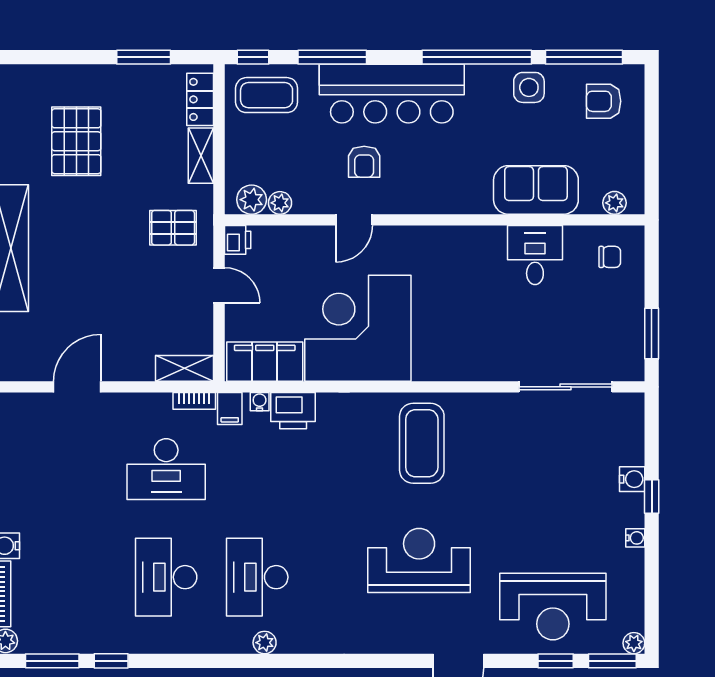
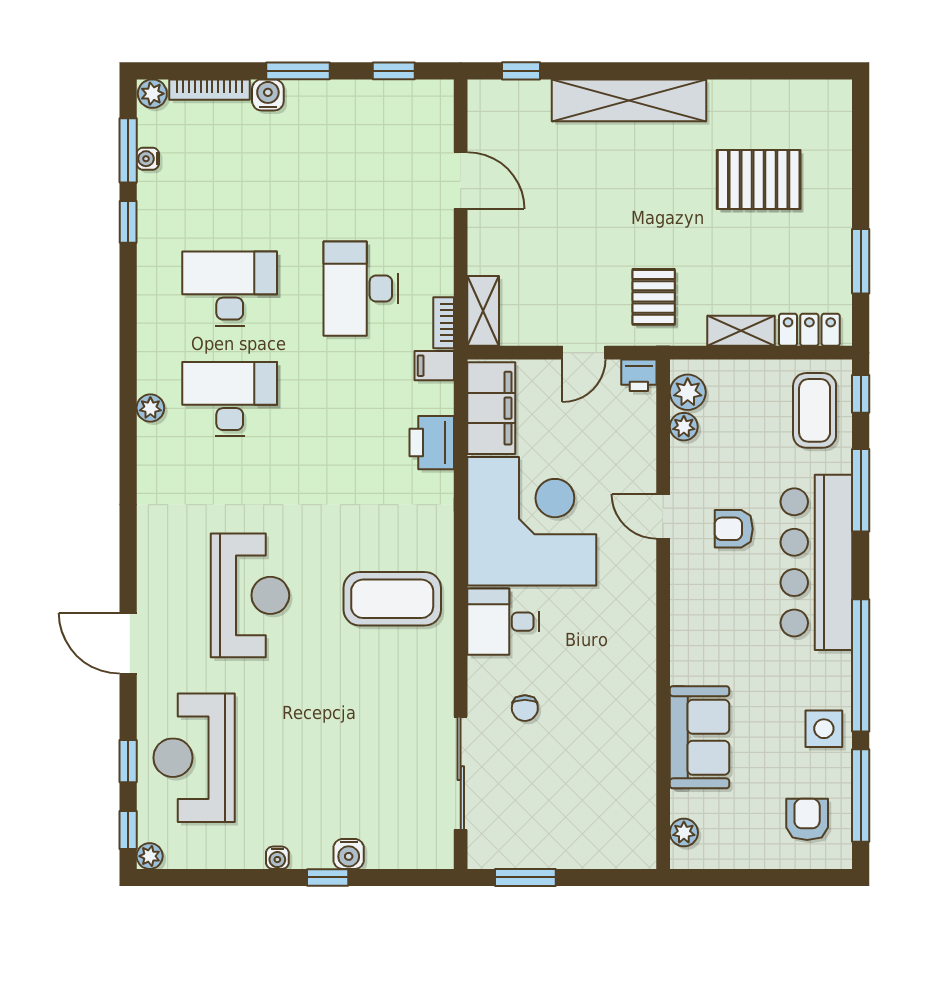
desk: (535, 255) -> (503, 622), moved, turned 180
chair: (610, 257) -> (525, 708), moved
water cooler: (260, 402) -> (148, 159), moved, turned 180
window: (612, 661) -> (128, 830), width x0.67

